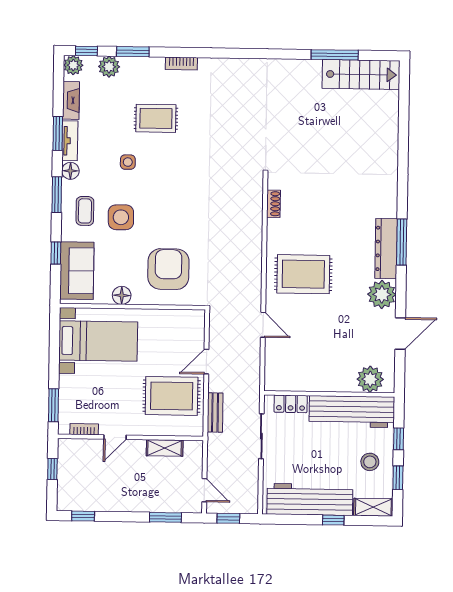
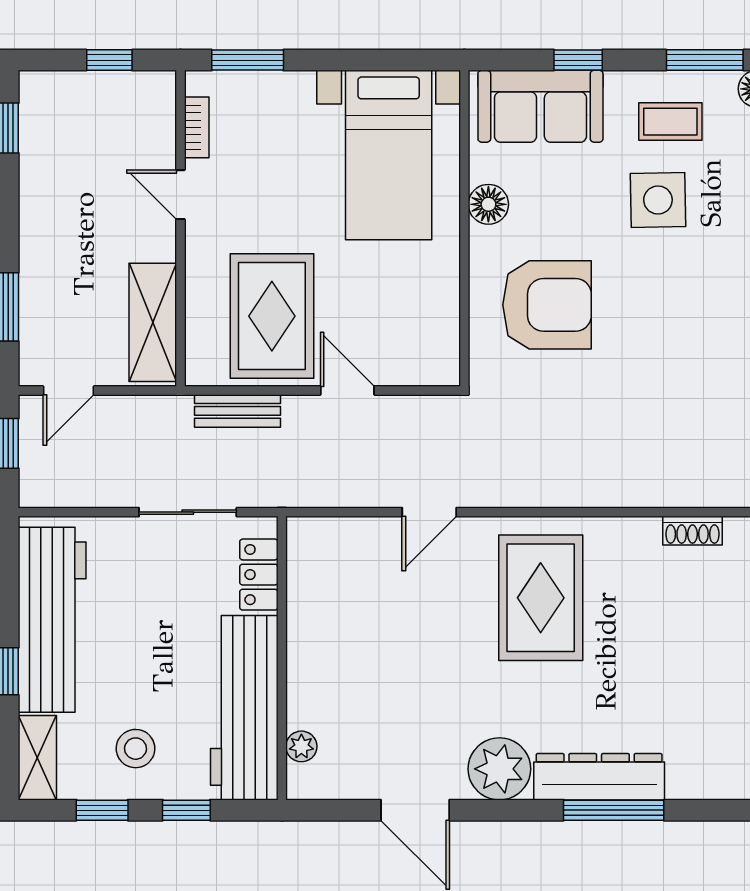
plant: (370, 379) -> (301, 746), width x0.53, depth x0.53
shelving: (165, 448) -> (153, 322), width x1.50, depth x1.33

